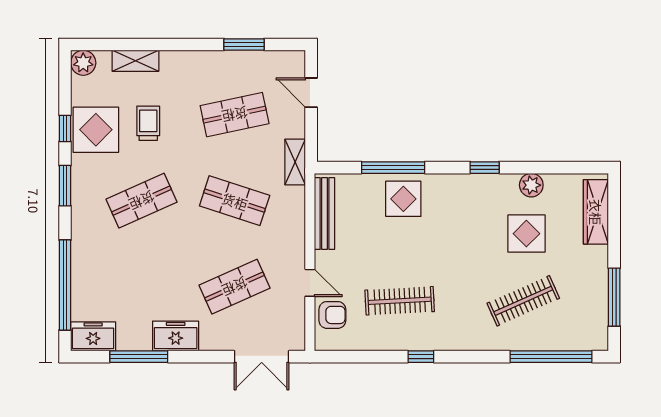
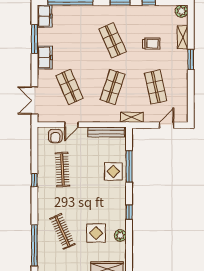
window: (244, 45) -> (191, 59), moved
display table: (96, 130) -> (148, 17), removed

